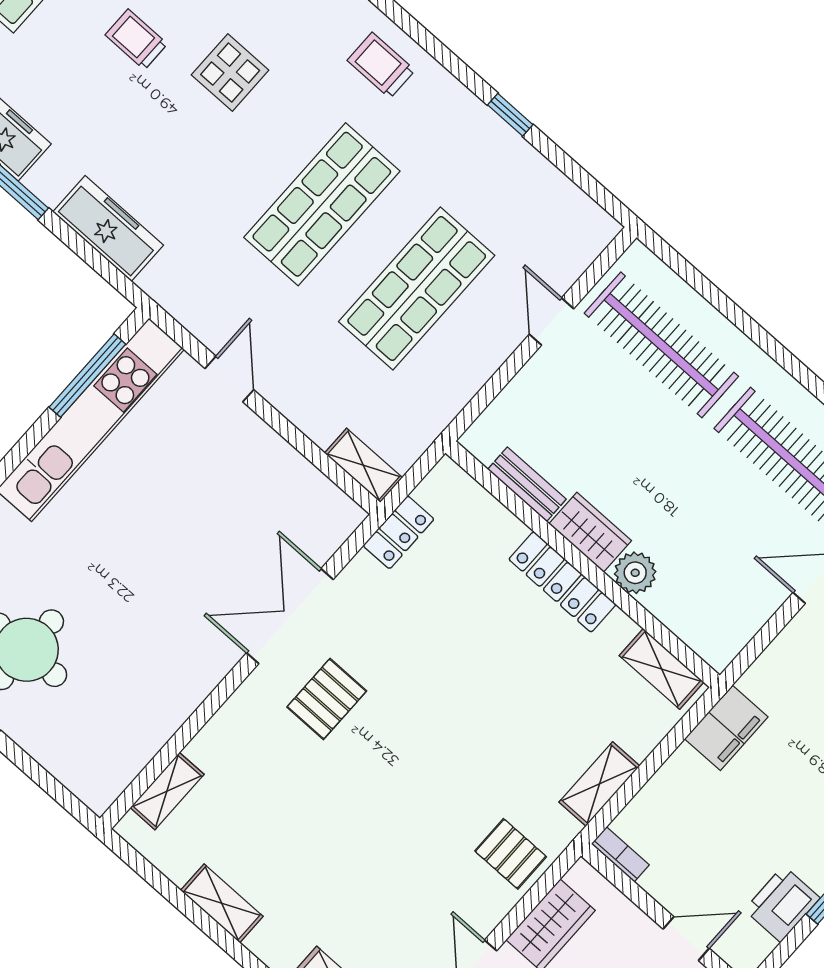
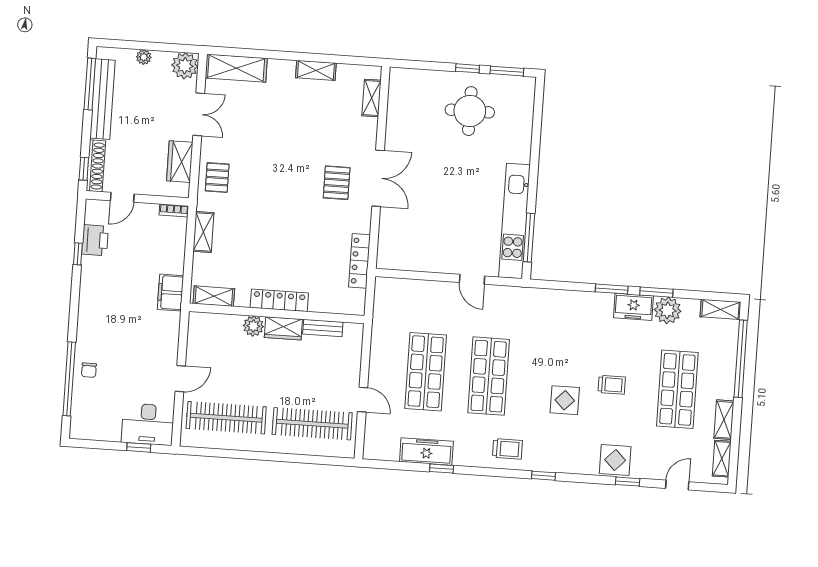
freezer: (108, 228) -> (426, 452), moved, turned 180
shelving: (364, 465) -> (393, 286), removed
locker: (399, 532) -> (359, 261), width x1.53
double door: (290, 616) -> (378, 178), moved
pallet: (511, 854) -> (217, 178), turned 90

